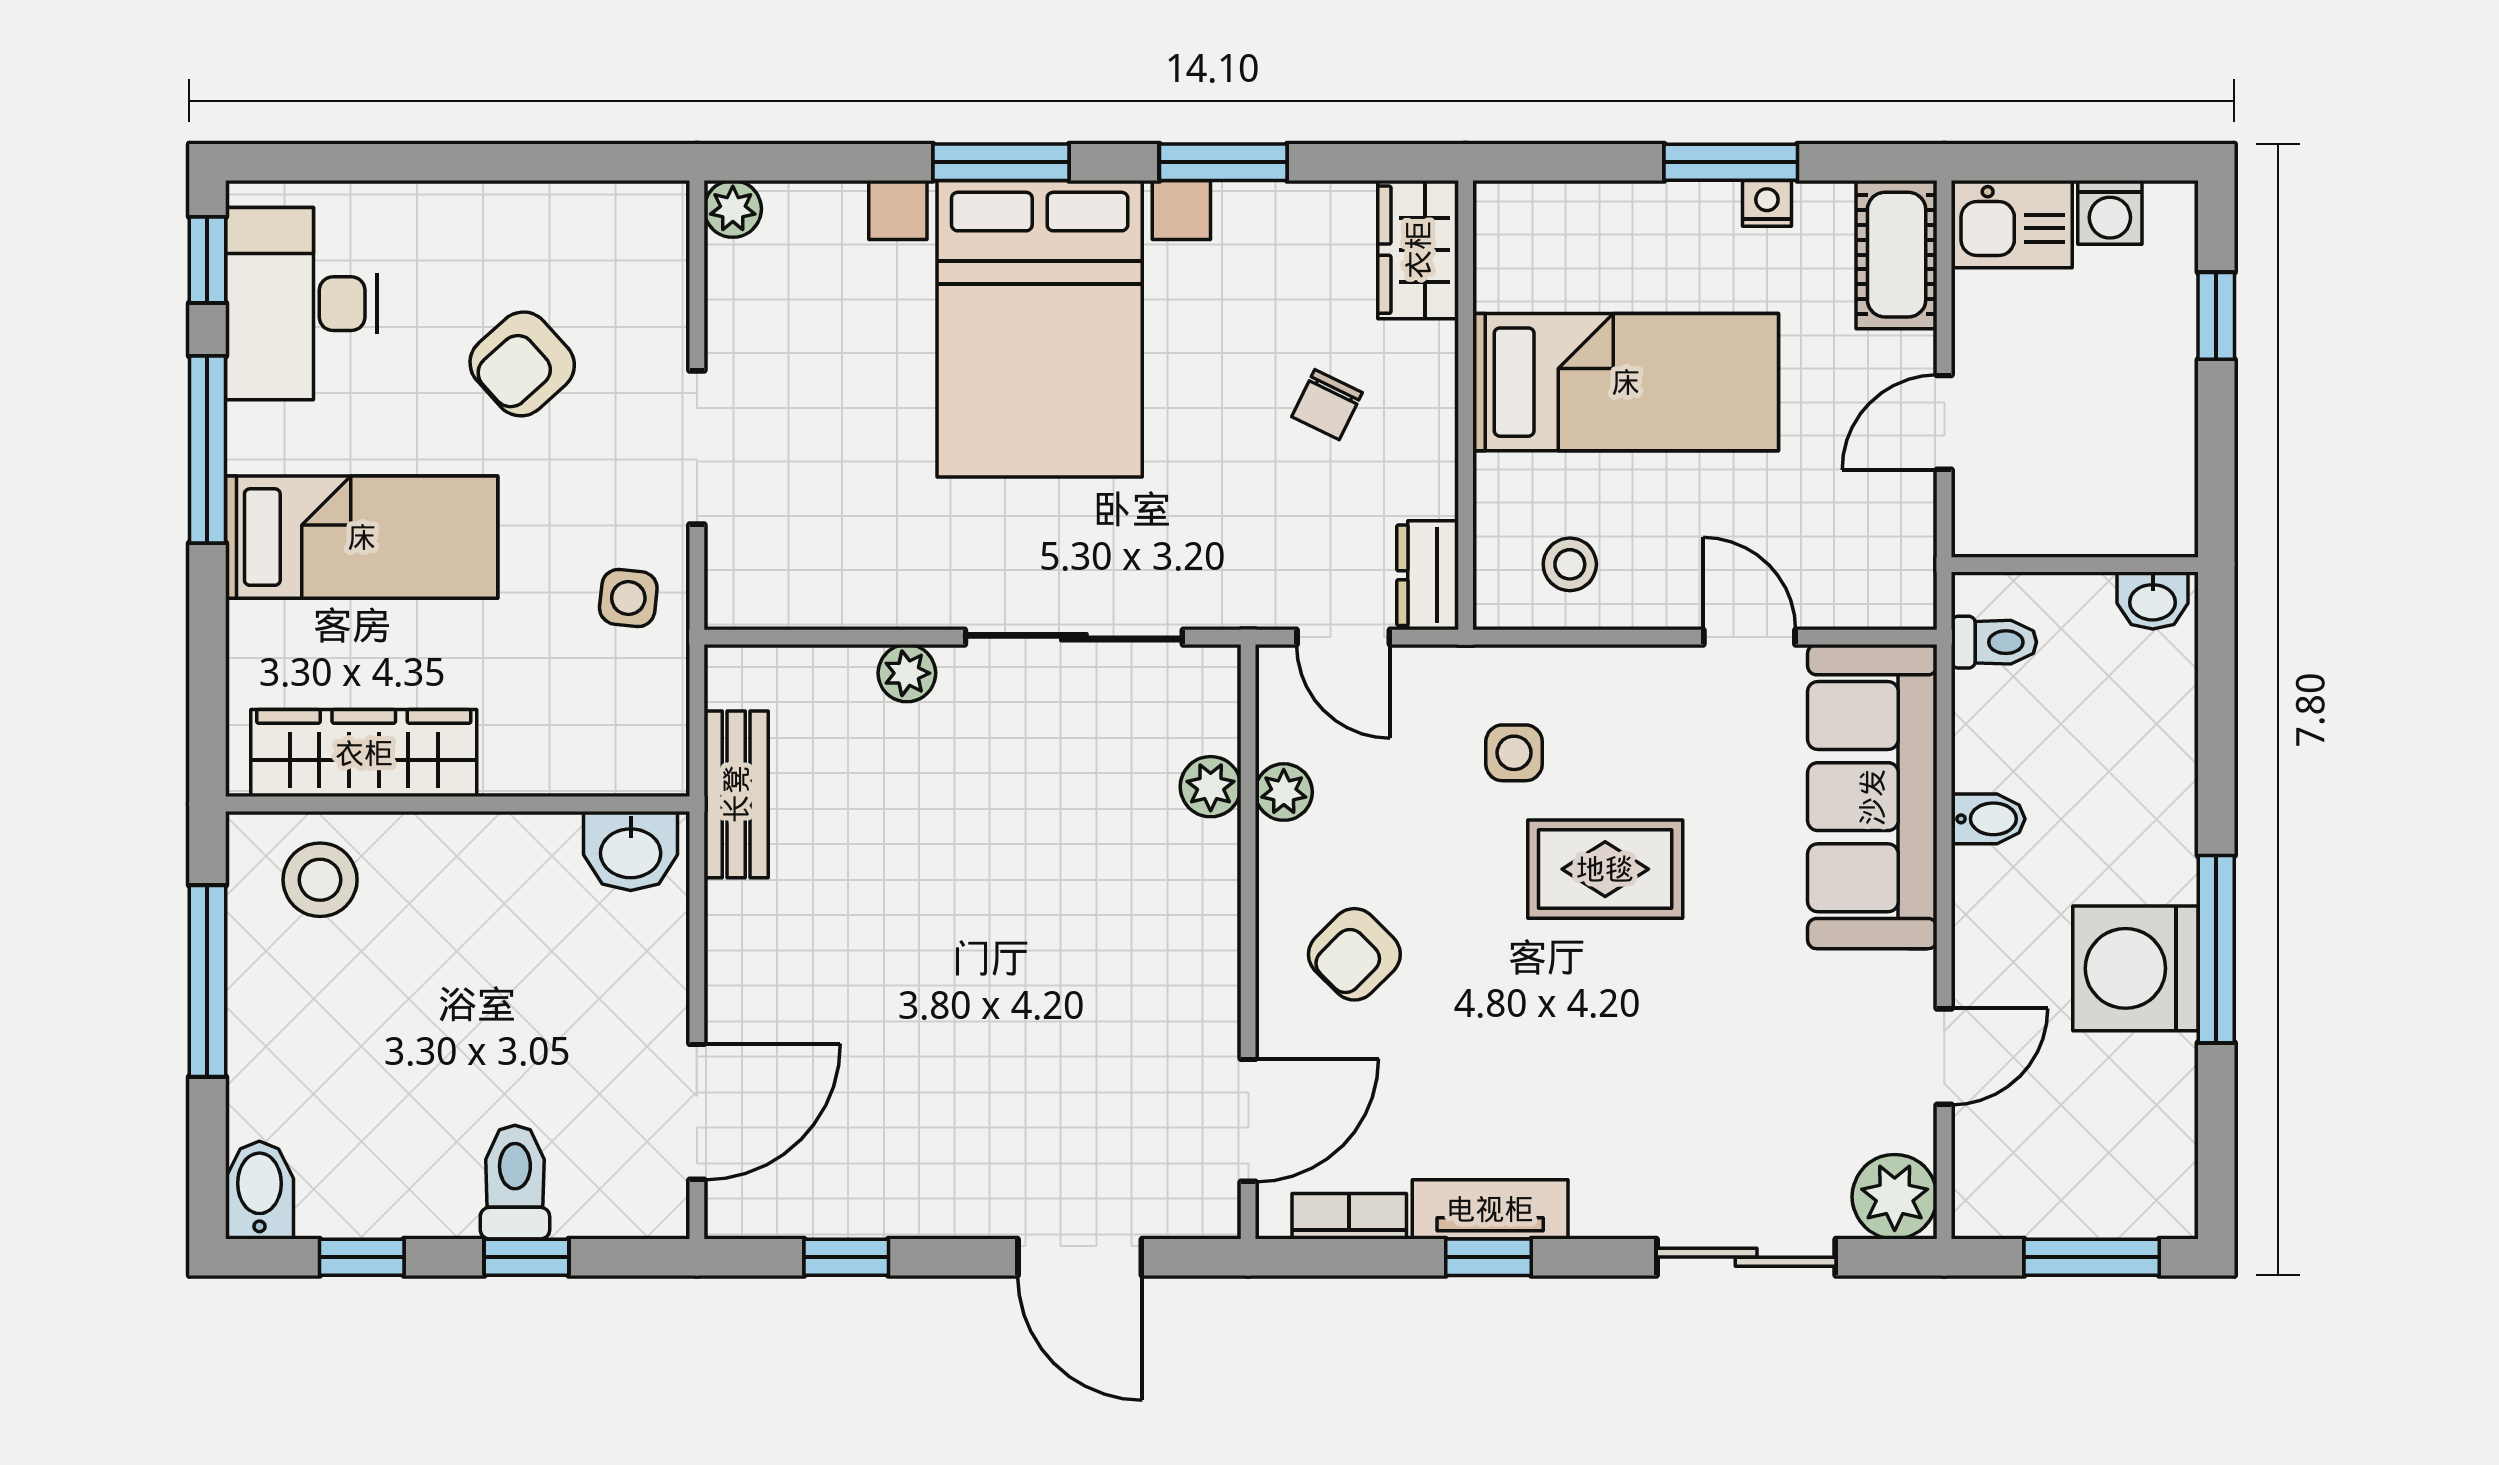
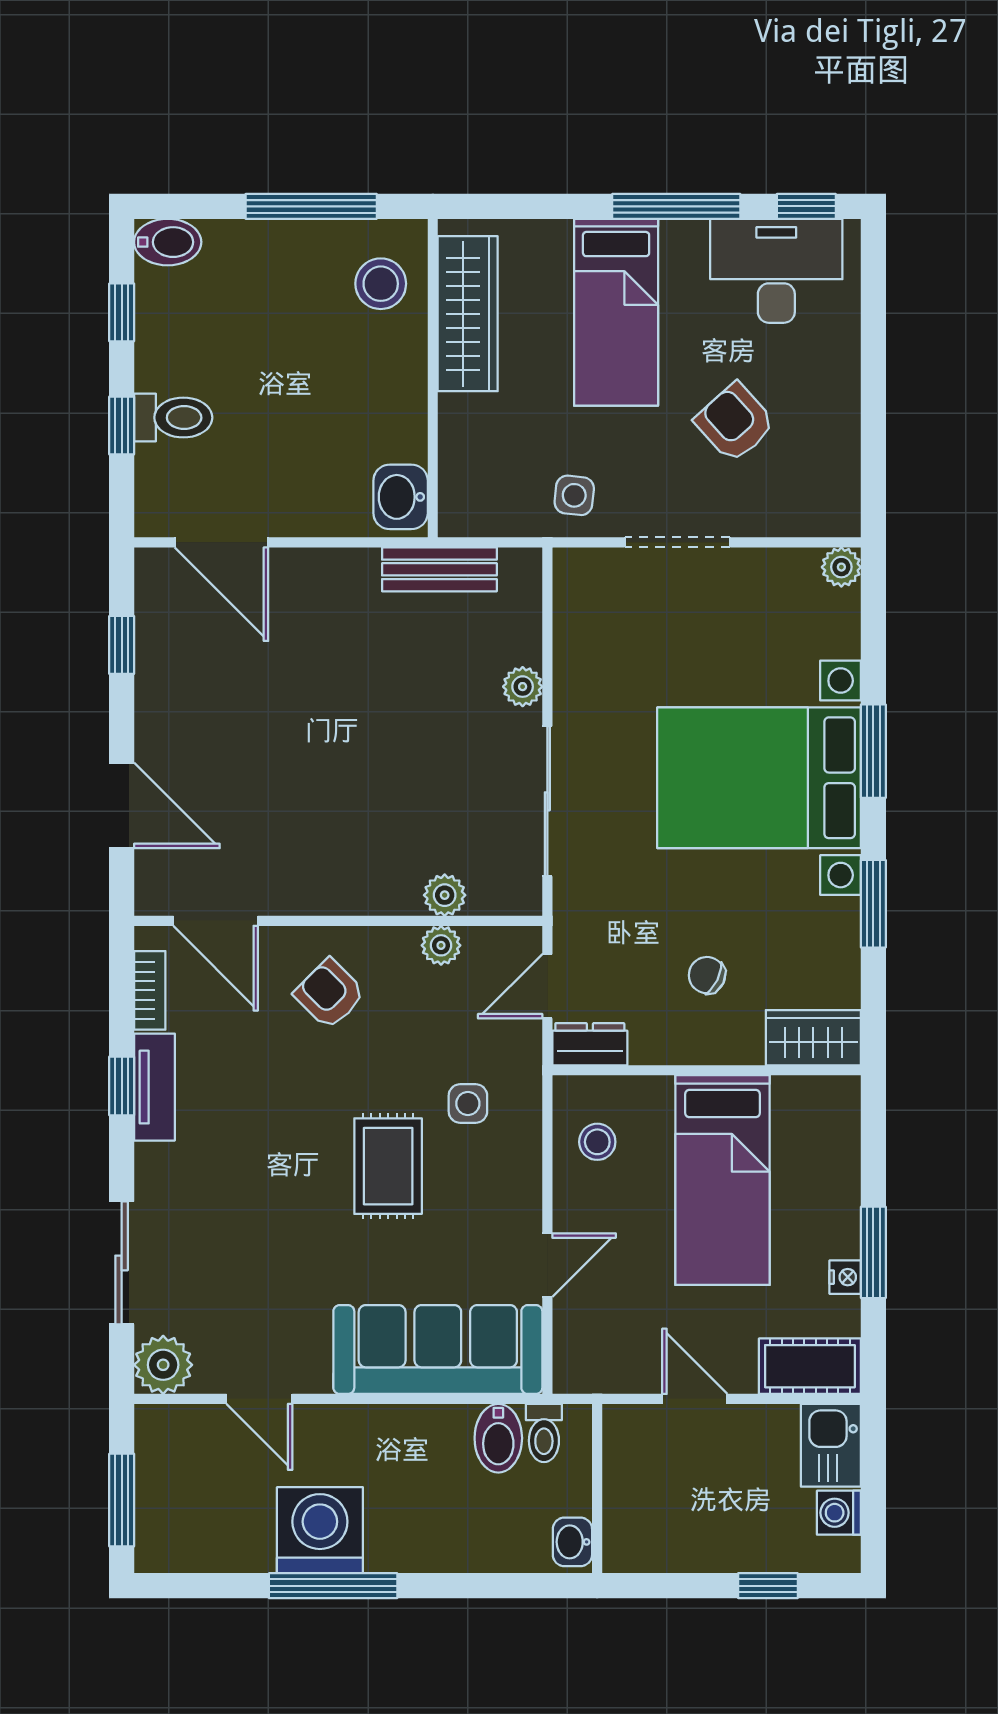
bidet: (1988, 819) -> (498, 1438), moved, width x1.38, depth x1.36
door: (1080, 1257) -> (122, 805), swing flipped

